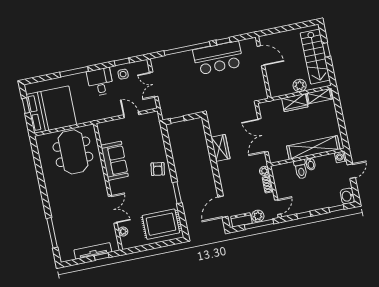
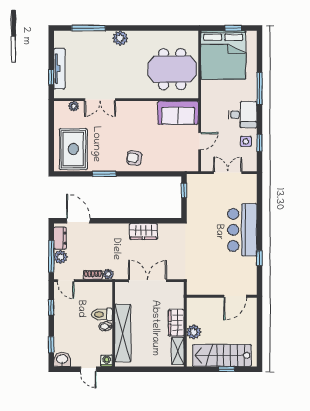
window: (187, 49) -> (259, 217), removed
bar counter: (218, 58) -> (242, 230), moved
sofa: (115, 161) -> (178, 113), moved
plant: (55, 203) -> (120, 38), added

